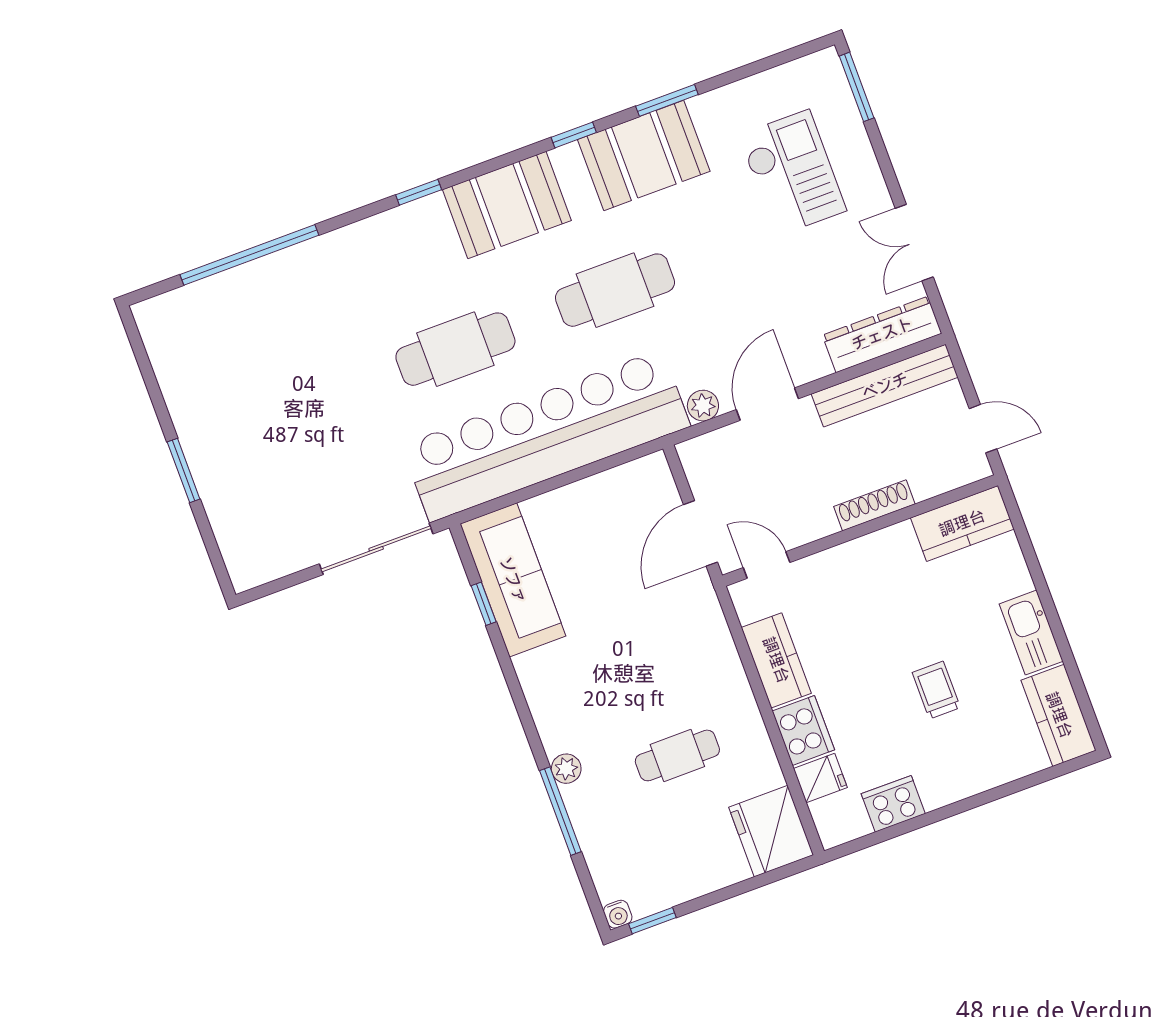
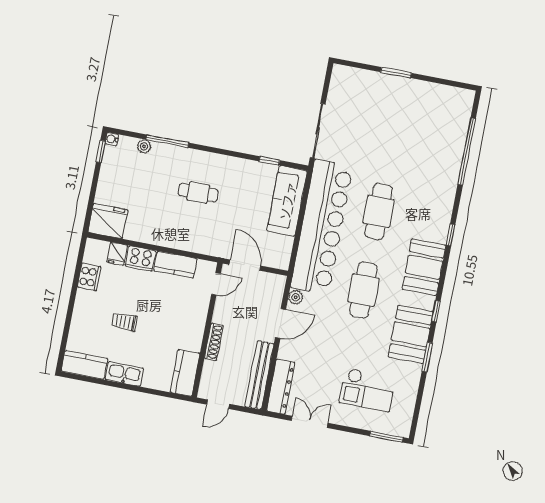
door: (767, 404) -> (281, 323), hinge flipped
sofa: (513, 580) -> (287, 201), moved, turned 90
trolley: (936, 690) -> (124, 322), turned 180
cafe table: (677, 755) -> (198, 193), moved, turned 90
plant: (566, 769) -> (144, 146), moved

